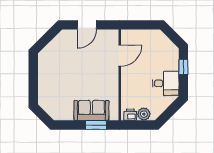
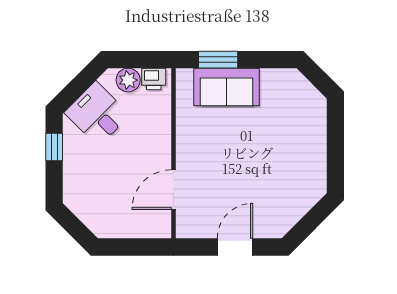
window: (183, 67) -> (54, 147), moved
desk: (166, 83) -> (97, 114), moved, turned 45

